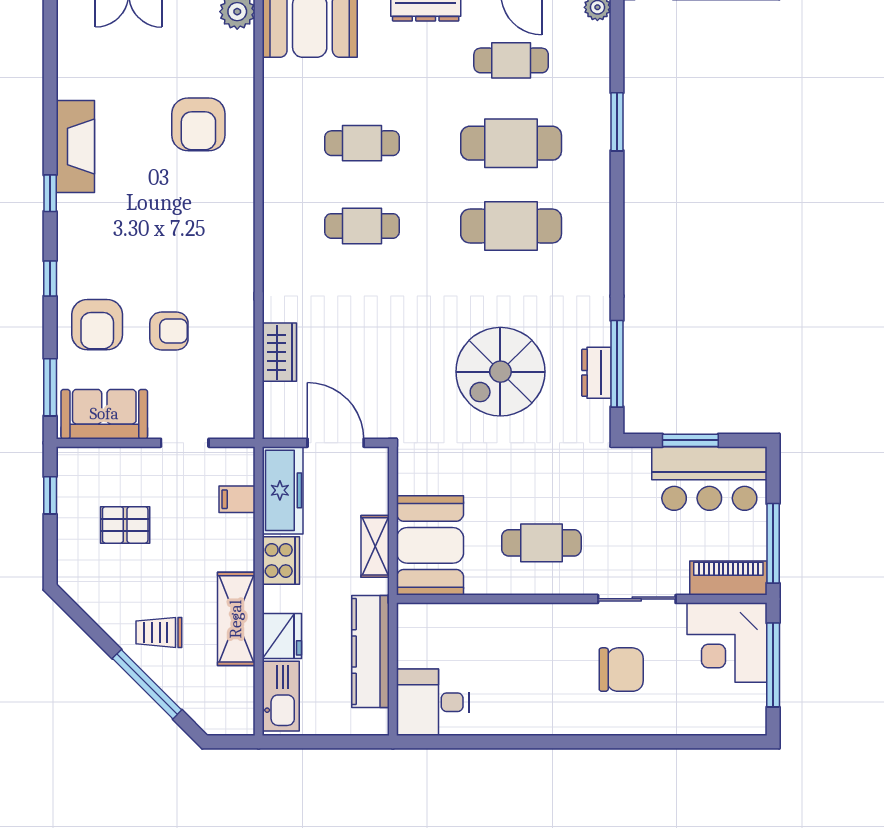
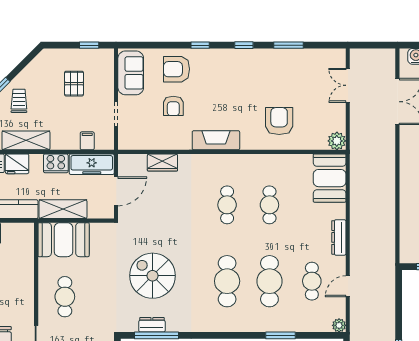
armchair: (198, 124) -> (279, 121), turned 90
fireplace: (75, 147) -> (216, 140), moved, turned 180
window: (50, 387) -> (289, 45), moved
shelving: (375, 546) -> (63, 209), width x1.50, depth x1.33

